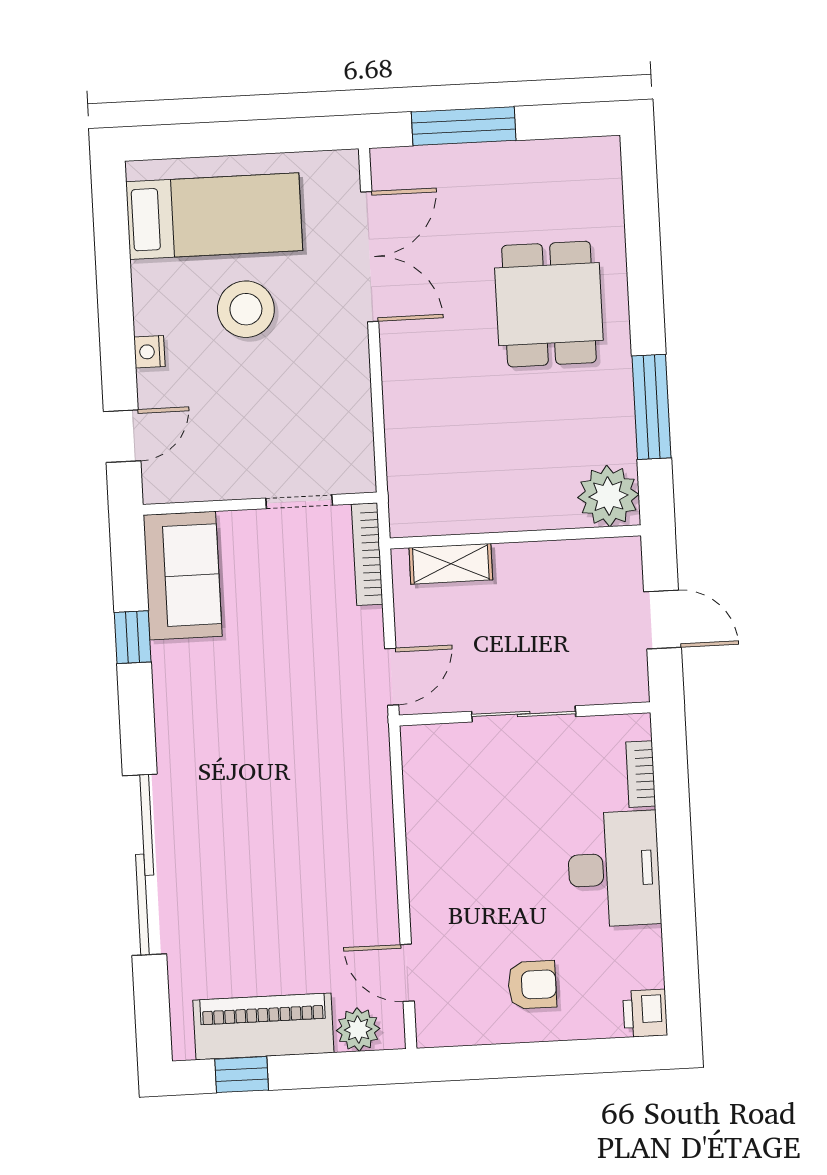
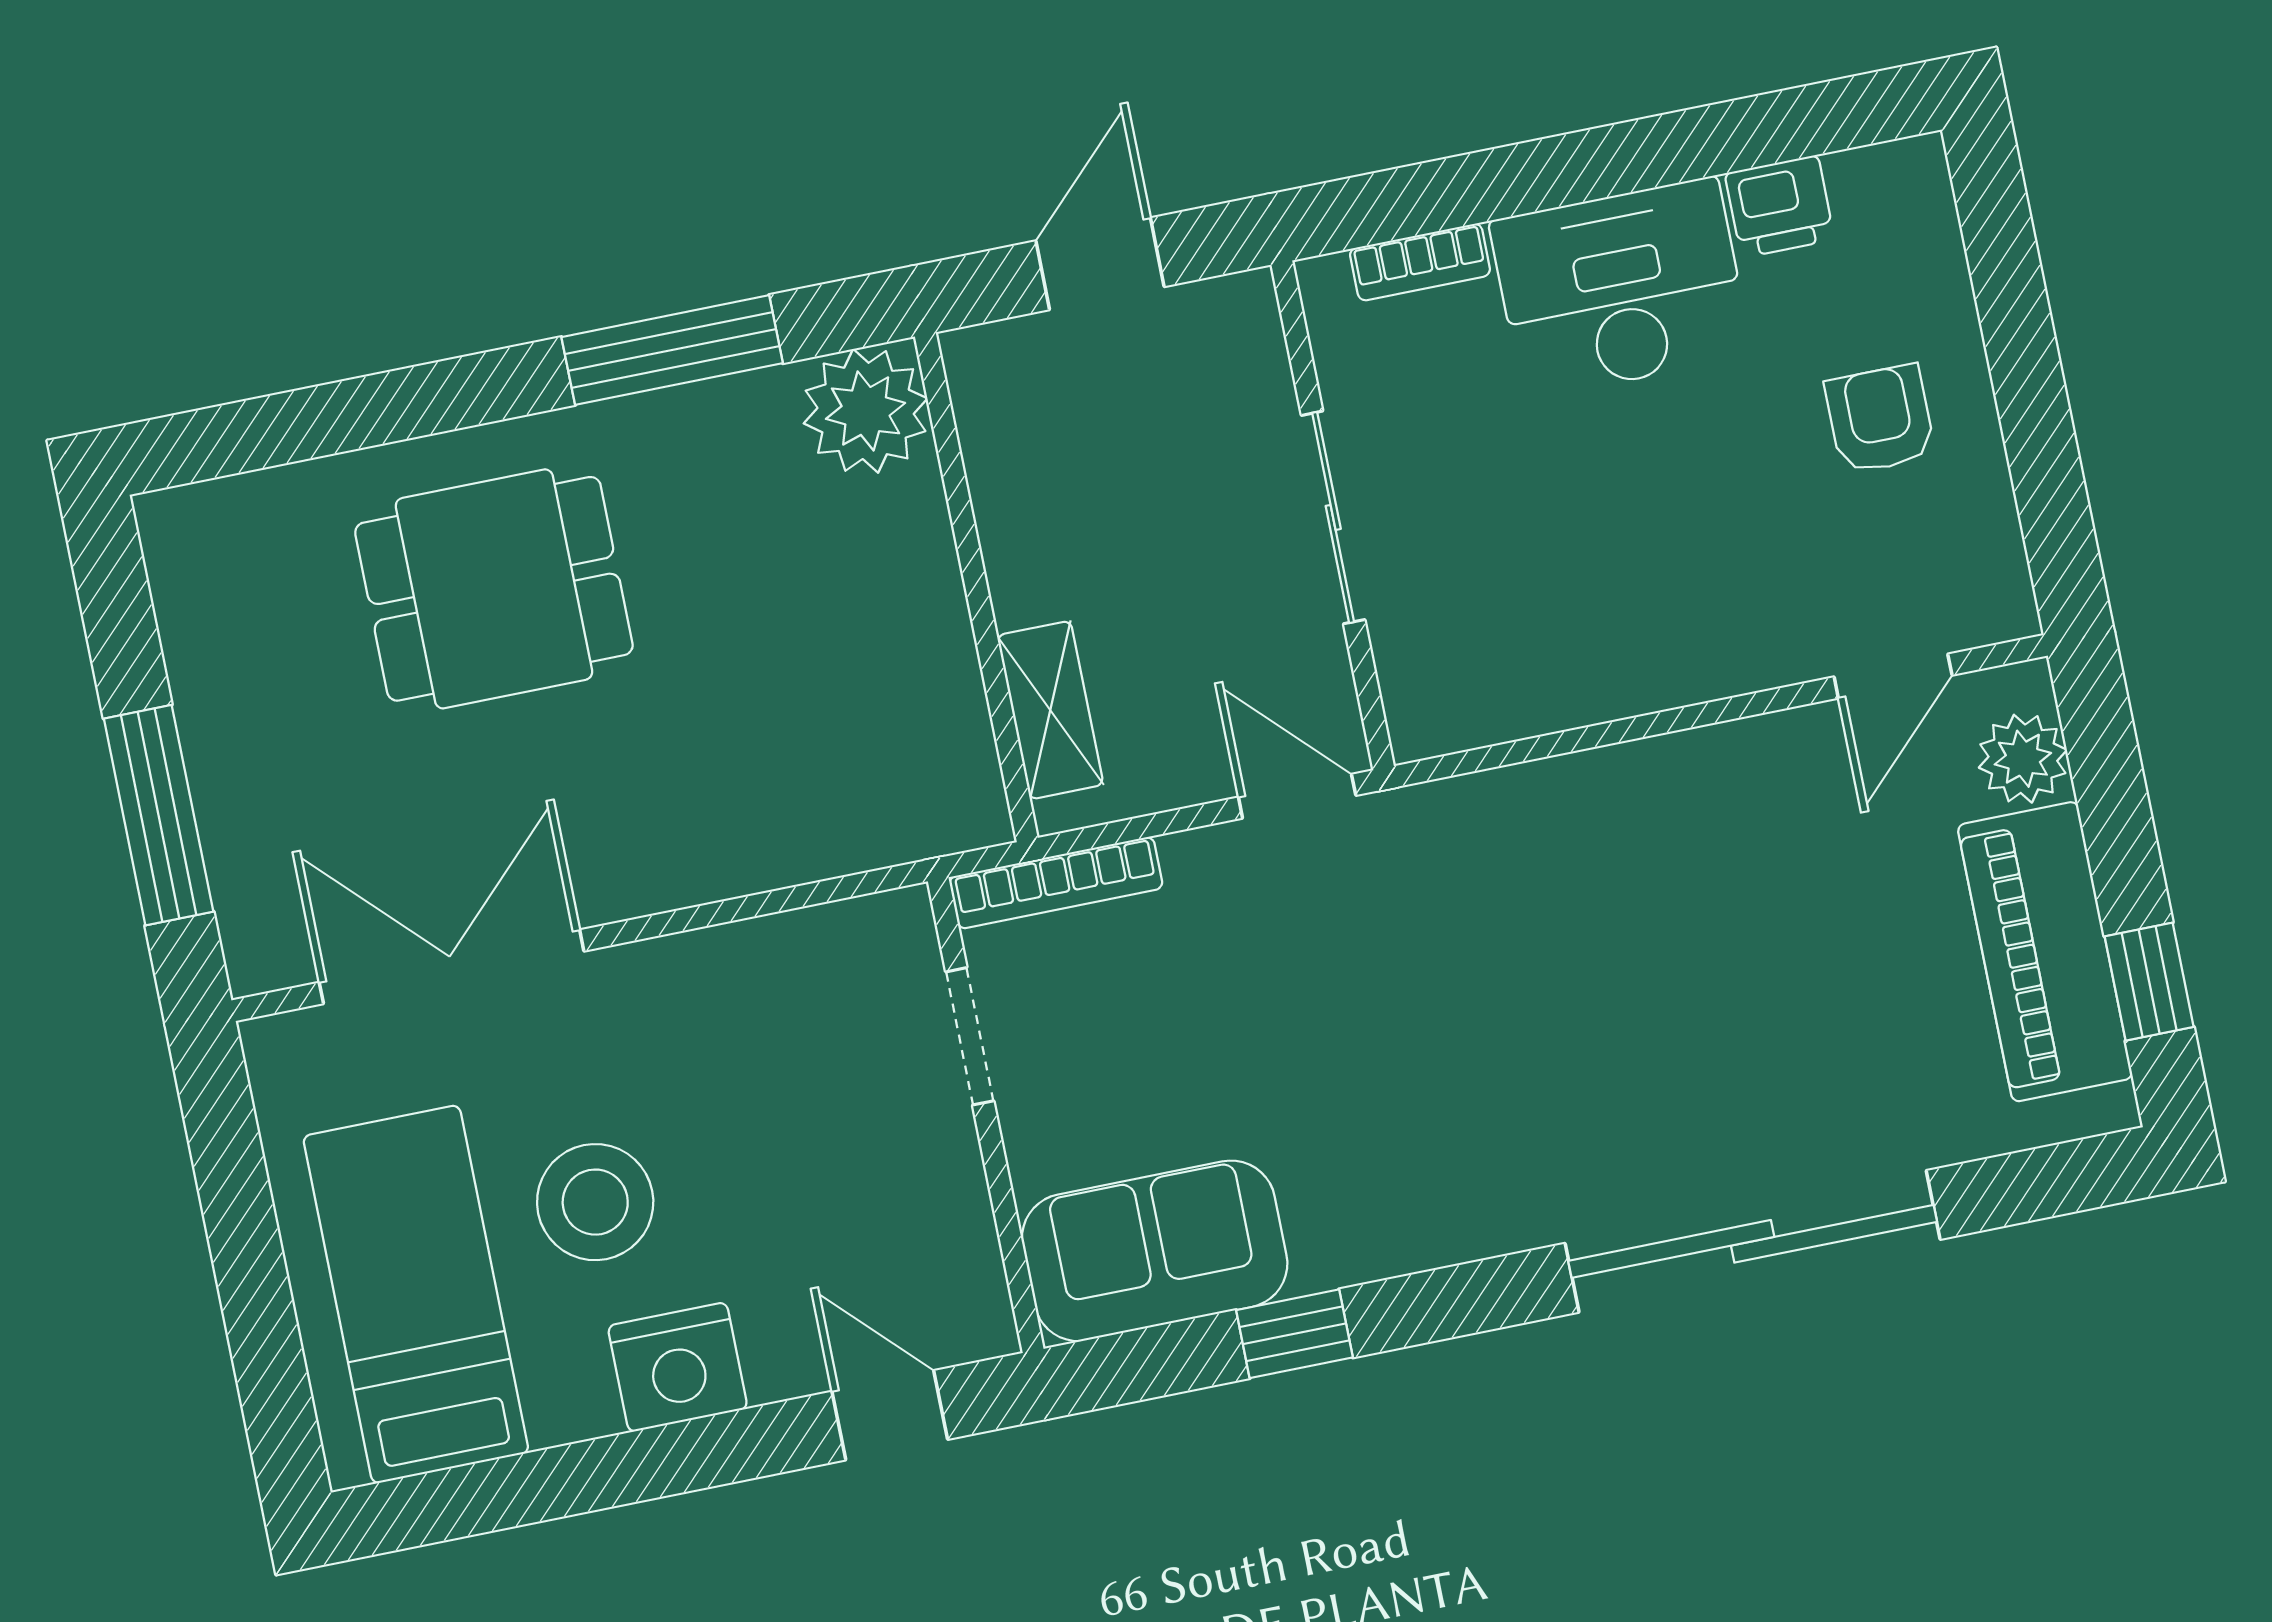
nightstand: (149, 352) -> (678, 1367), width x1.89, depth x1.79
printer: (645, 1013) -> (1780, 206), moved

